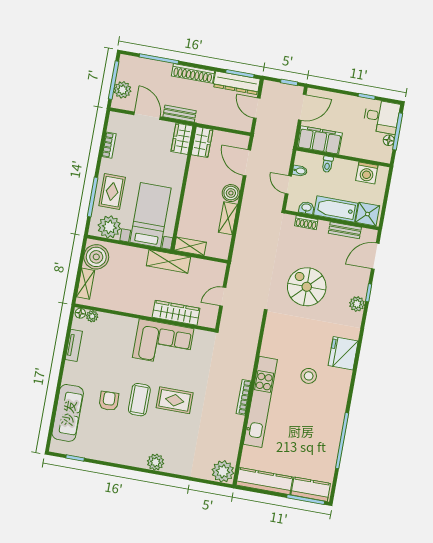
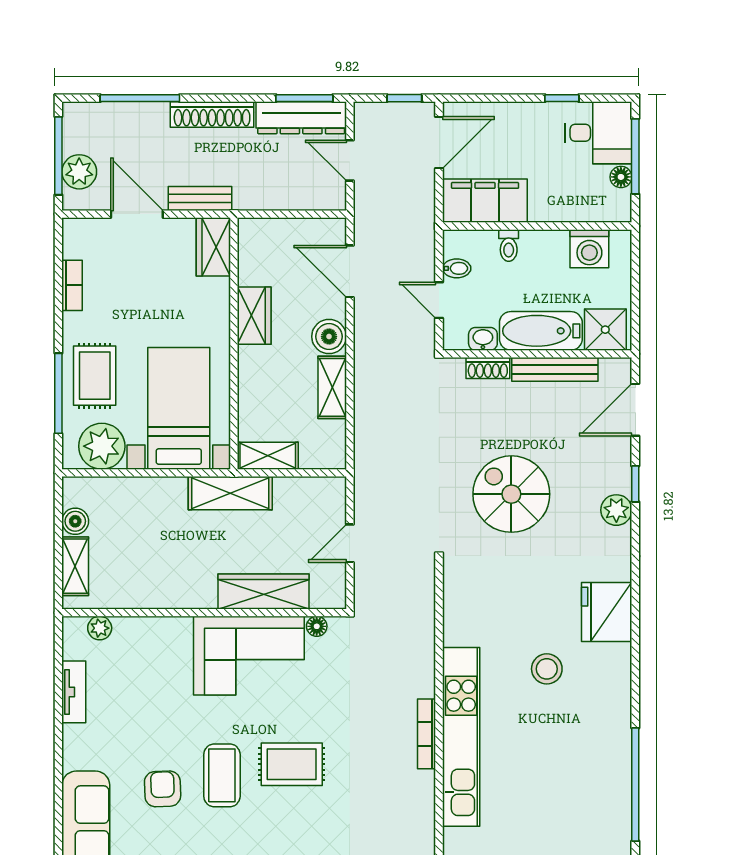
wardrobe: (202, 142) -> (254, 316), moved
bench: (345, 230) -> (555, 369), width x1.36
boiler: (96, 257) -> (75, 521), width x0.54, depth x0.54
floor lamp: (80, 313) -> (317, 626), moved

